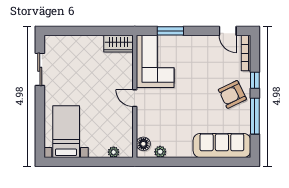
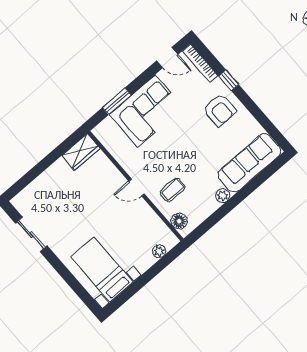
corner sofa: (155, 61) -> (146, 111), moved, turned 90
armchair: (232, 94) -> (220, 110), turned -64
window: (255, 116) -> (256, 112), removed
coffee table: (157, 120) -> (172, 190), added
plant: (160, 152) -> (223, 196), moved

